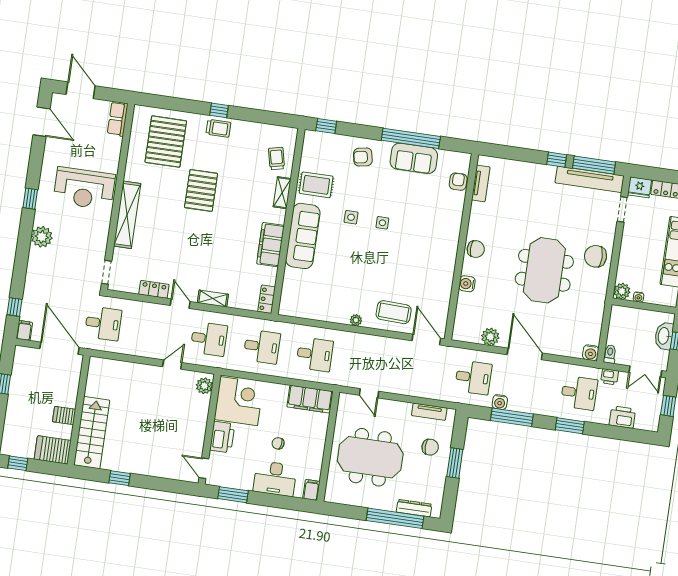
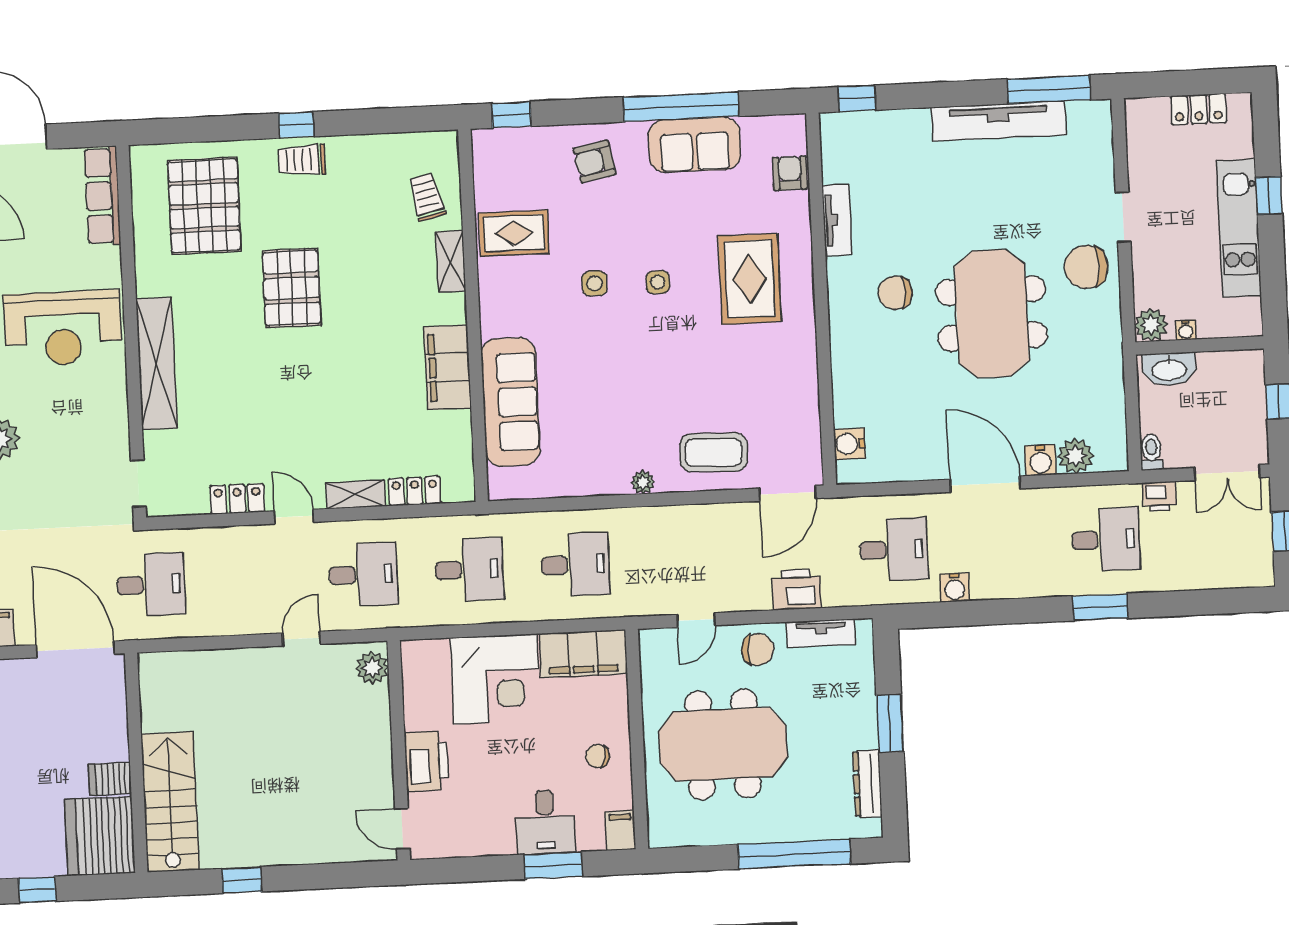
row of seats: (118, 119) -> (103, 196), width x1.48
trolley: (218, 128) -> (302, 160), turned 180
window: (557, 160) -> (857, 98), moved
tv unit: (590, 179) -> (998, 121), moved
tv unit: (481, 183) -> (837, 220), moved
fridge: (640, 187) -> (1146, 116), removed
doorway: (622, 209) -> (1123, 217), moved
rug: (428, 230) -> (750, 279), added
sofa: (303, 236) -> (510, 402), moved
chair: (476, 249) -> (895, 293), moved, turned 180
water cooler: (467, 284) -> (849, 444), moved
locker: (267, 299) -> (415, 491), moved, turned 90
washbasin: (664, 336) -> (1169, 369), moved, turned -90
plant: (490, 337) -> (1076, 456), moved
door: (426, 340) -> (788, 493), swing flipped
water cooler: (591, 353) -> (1040, 460), moved
door: (369, 393) -> (696, 620), hinge flipped
corner desk: (239, 401) -> (495, 679), moved, turned 90
window: (512, 417) -> (984, 613), removed
printer: (622, 417) -> (796, 589), moved
chair: (278, 443) -> (598, 756), moved
chair: (430, 447) -> (758, 649), moved
server rack: (53, 450) -> (100, 836), width x1.60
desk: (275, 479) -> (545, 822), width x0.73
window: (233, 495) -> (553, 865), moved
dresser: (414, 508) -> (867, 784), moved, turned -90

